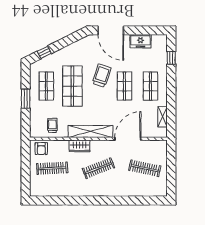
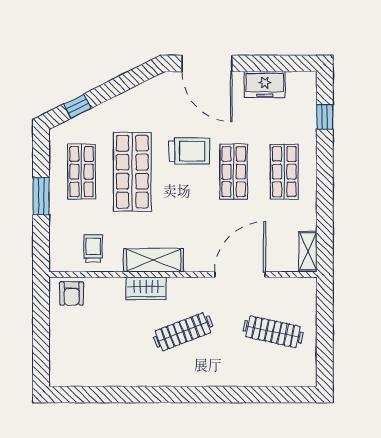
trolley: (102, 76) -> (189, 151), turned 72
shelving: (163, 117) -> (308, 251), moved
shelving: (90, 131) -> (154, 260), width x0.68
clothes rail: (52, 168) -> (93, 332), removed

